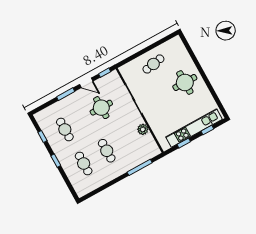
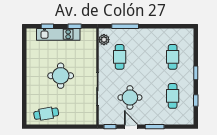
cafe table: (153, 64) -> (46, 114), moved
round table: (185, 83) -> (61, 76), moved
kitchen unit: (194, 128) -> (58, 34), width x0.73
plant: (143, 129) -> (104, 40), moved
cafe table: (107, 151) -> (120, 57), moved

